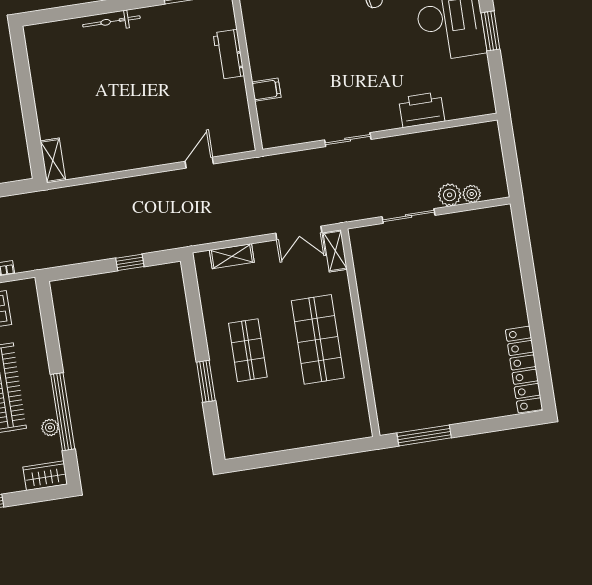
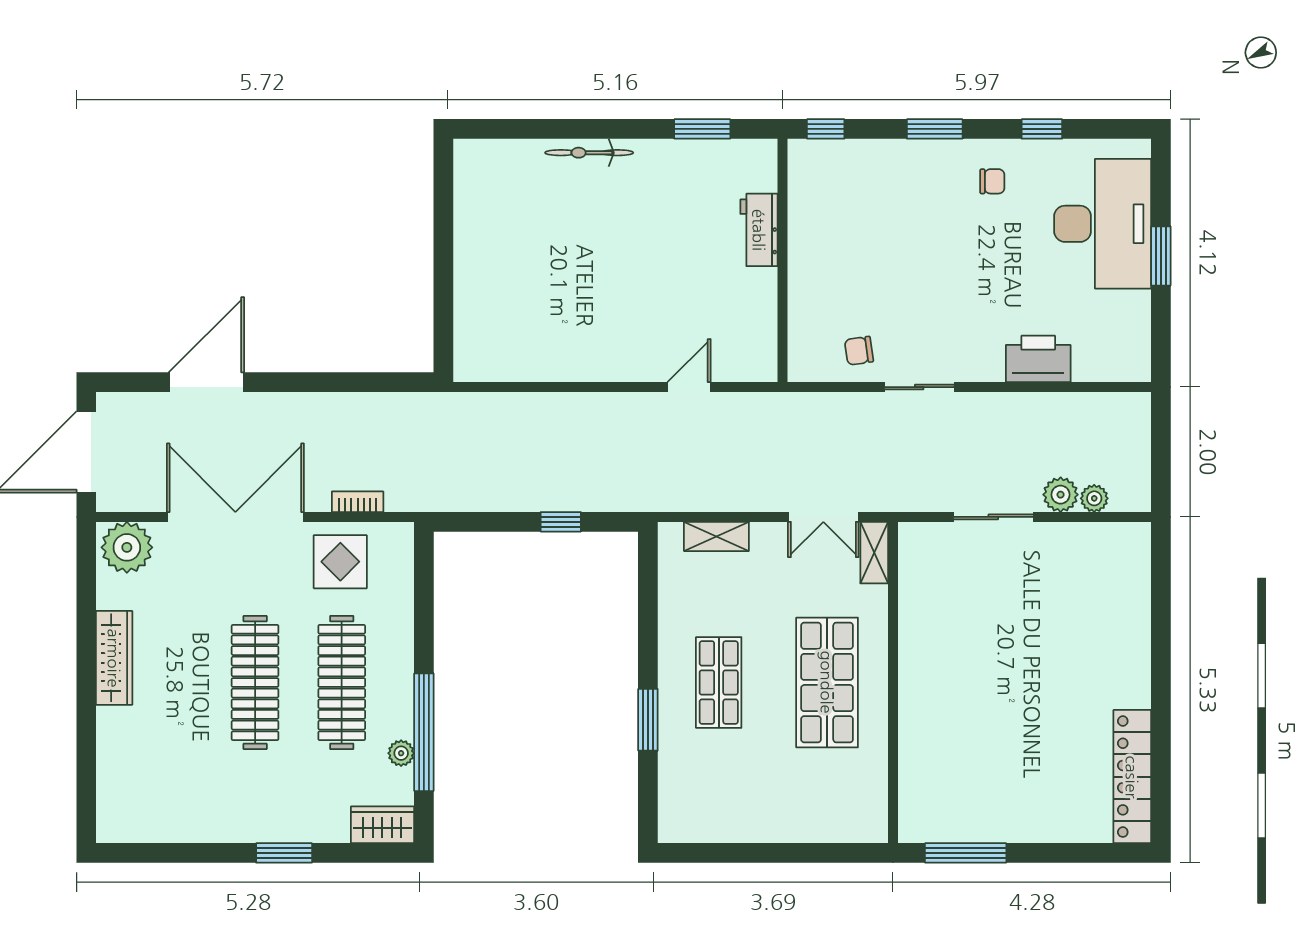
filing cabinet: (266, 90) -> (808, 292), removed
chair: (305, 122) -> (859, 351), added
shelving: (53, 160) -> (468, 349), removed

